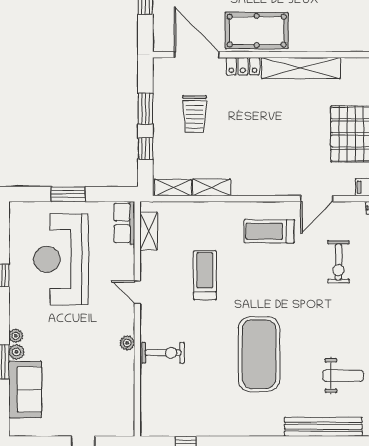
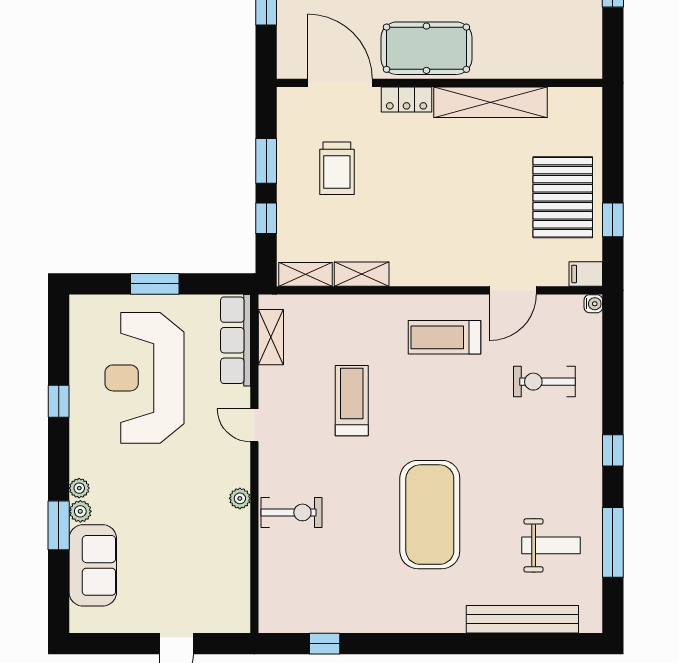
row of seats: (124, 223) -> (236, 340), width x1.48
exercise bike: (338, 262) -> (544, 382), turned 90

